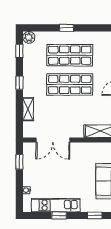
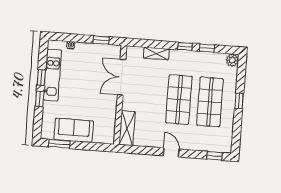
window: (19, 51) -> (207, 48), moved
window: (95, 216) -> (40, 99), moved

